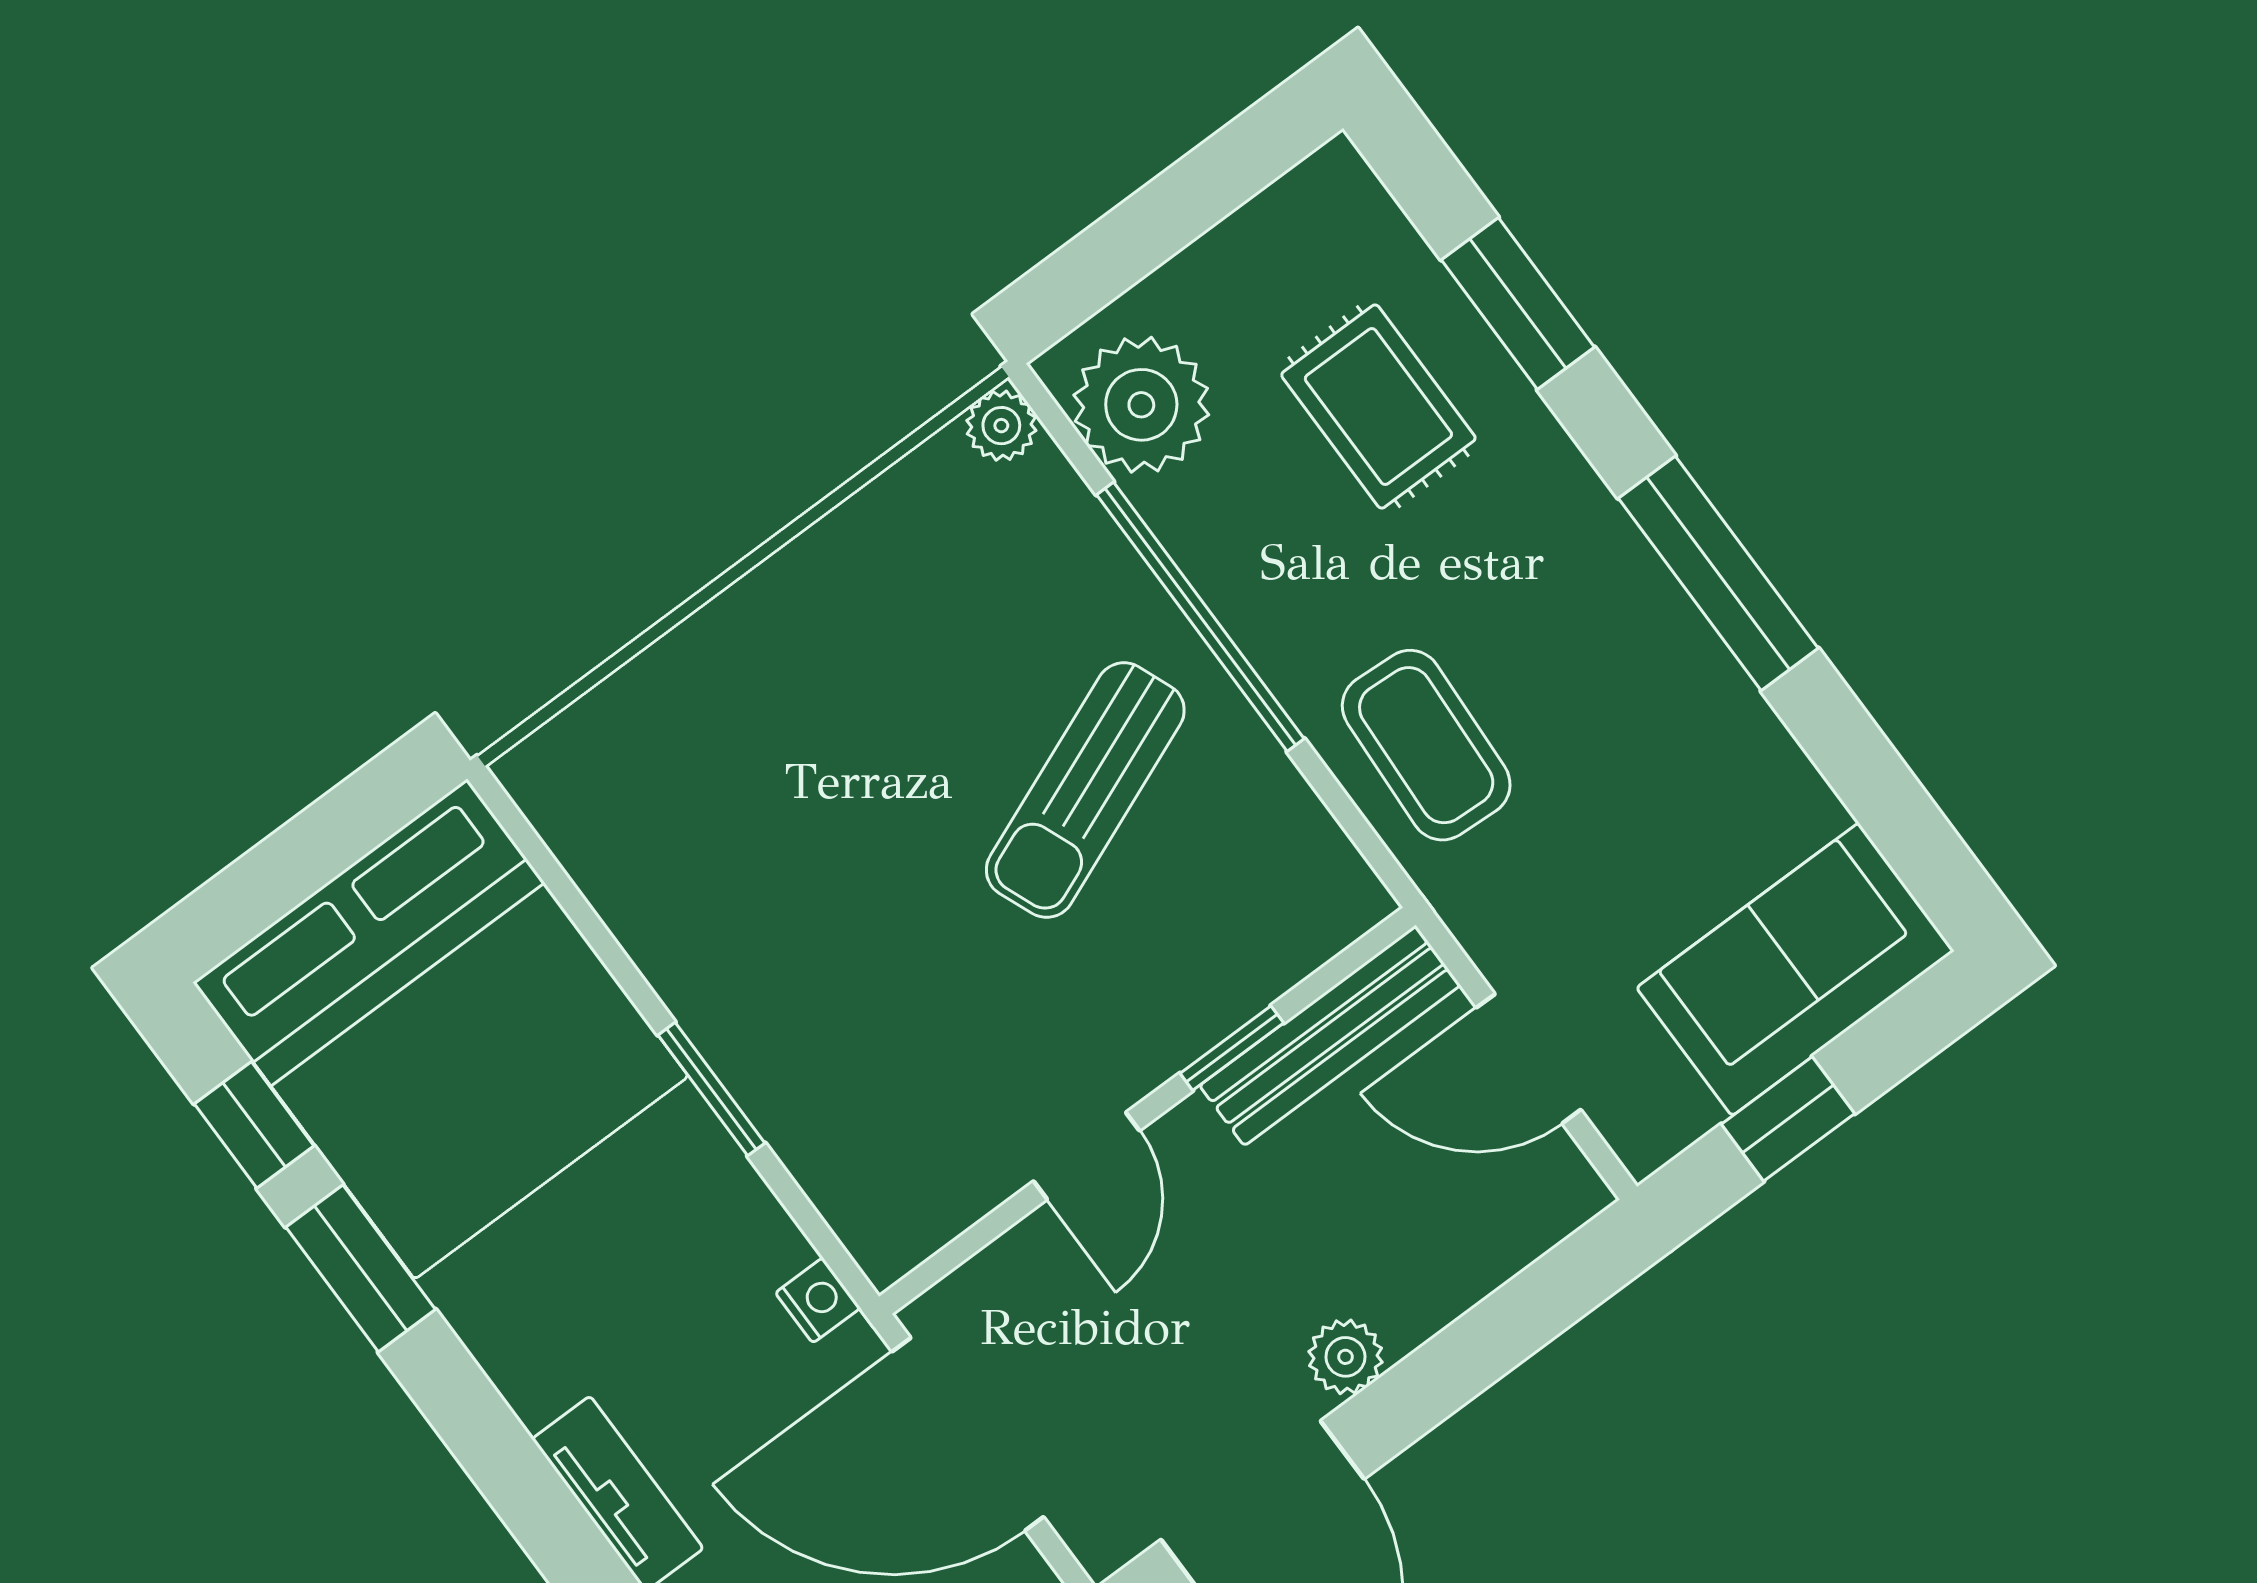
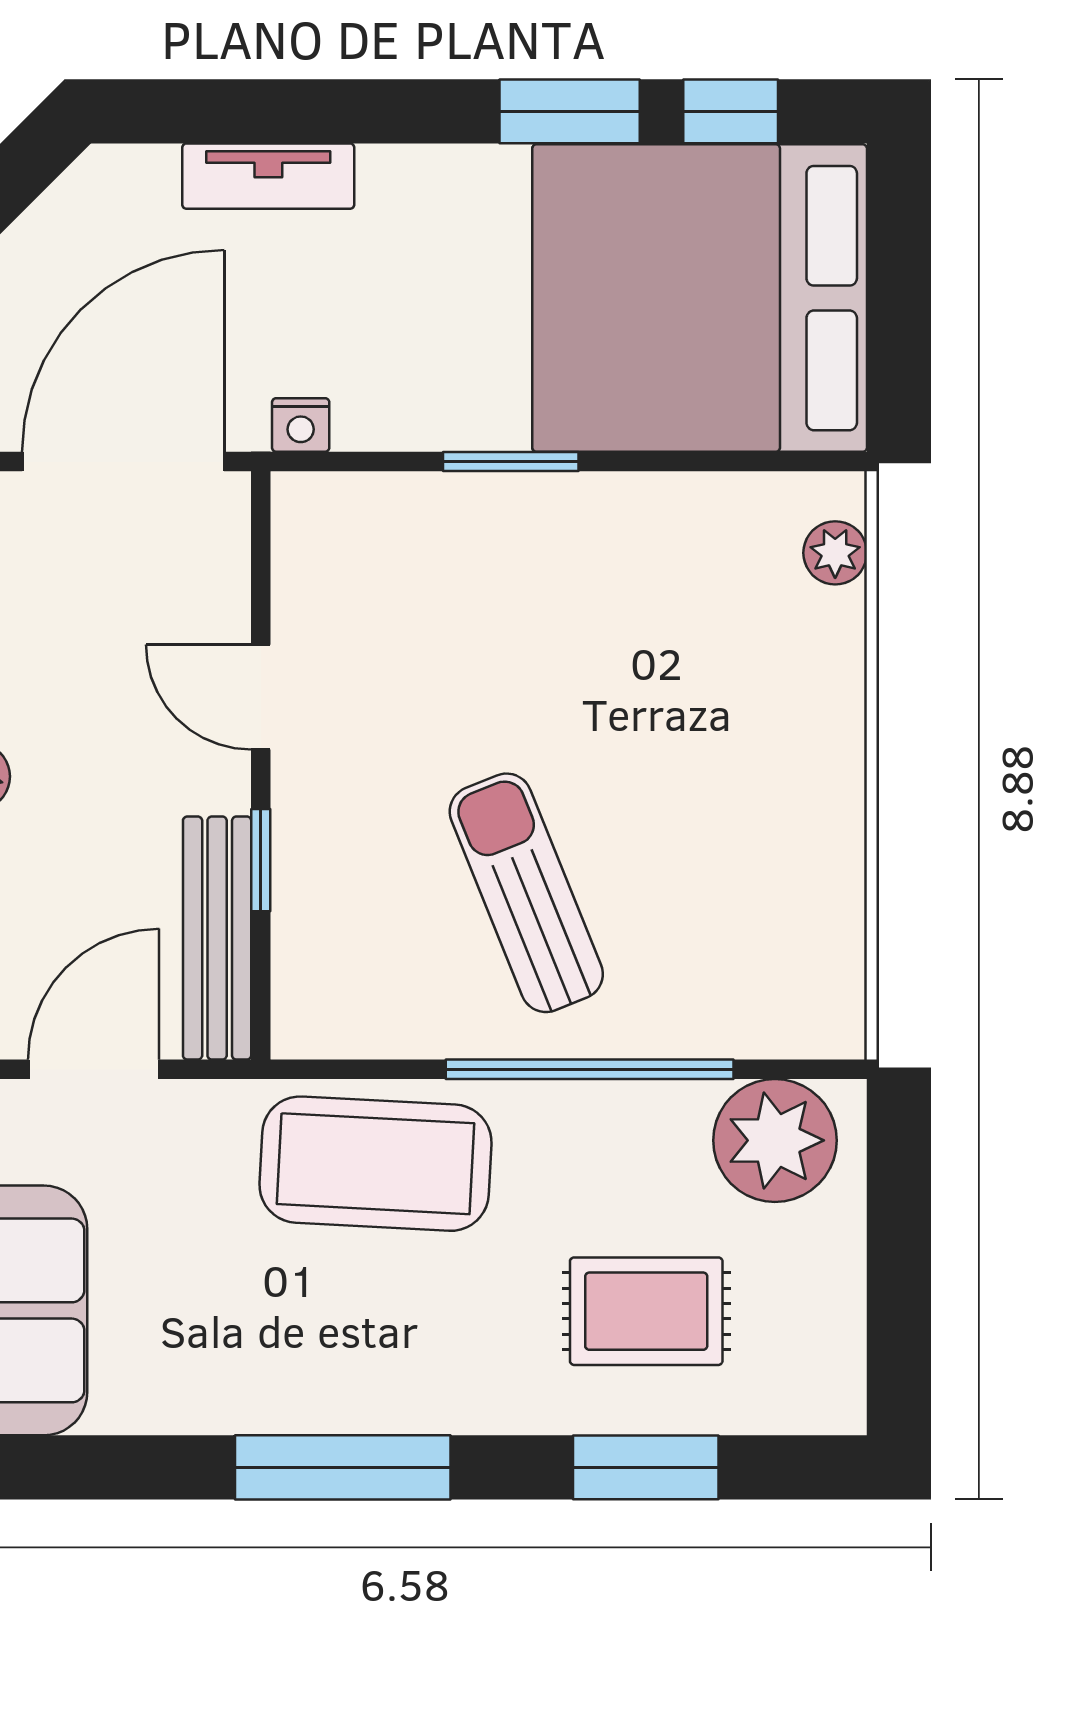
plant: (1001, 426) -> (835, 553), moved
coffee table: (1426, 745) -> (375, 1164), width x1.36, depth x1.32

